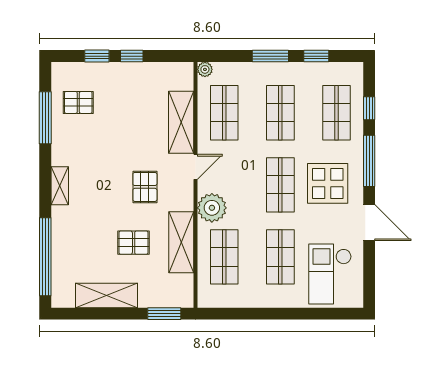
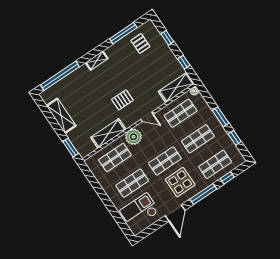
window: (132, 56) -> (184, 62), moved
shelving: (181, 122) -> (176, 87), moved
pallet: (134, 243) -> (93, 112), removed

